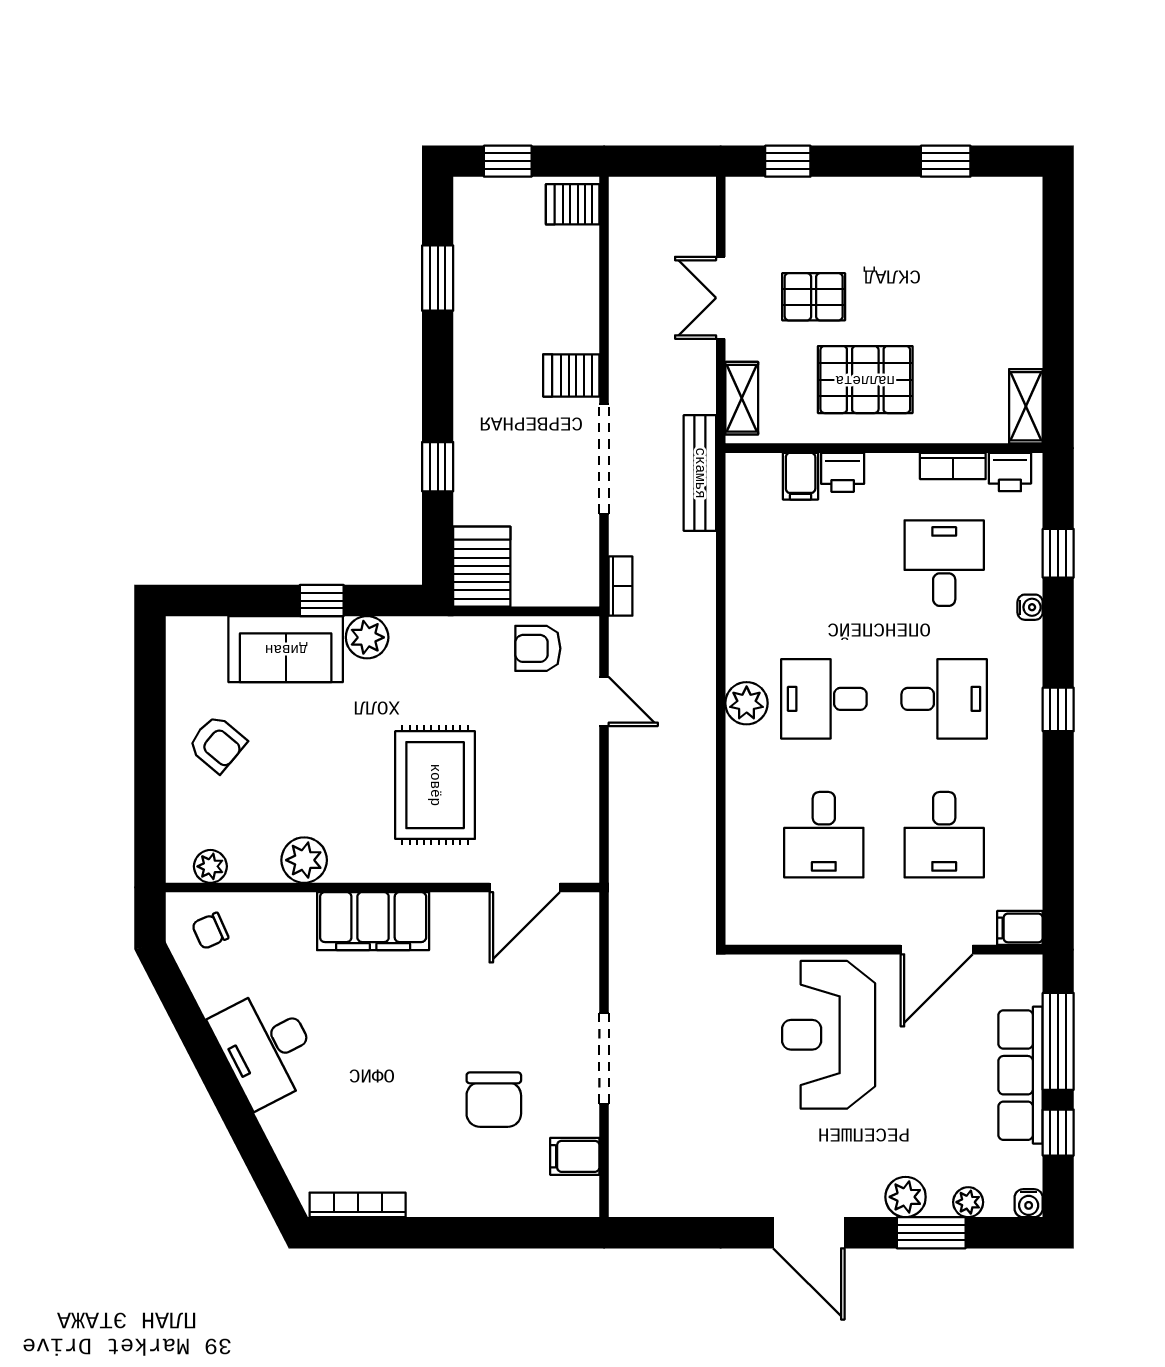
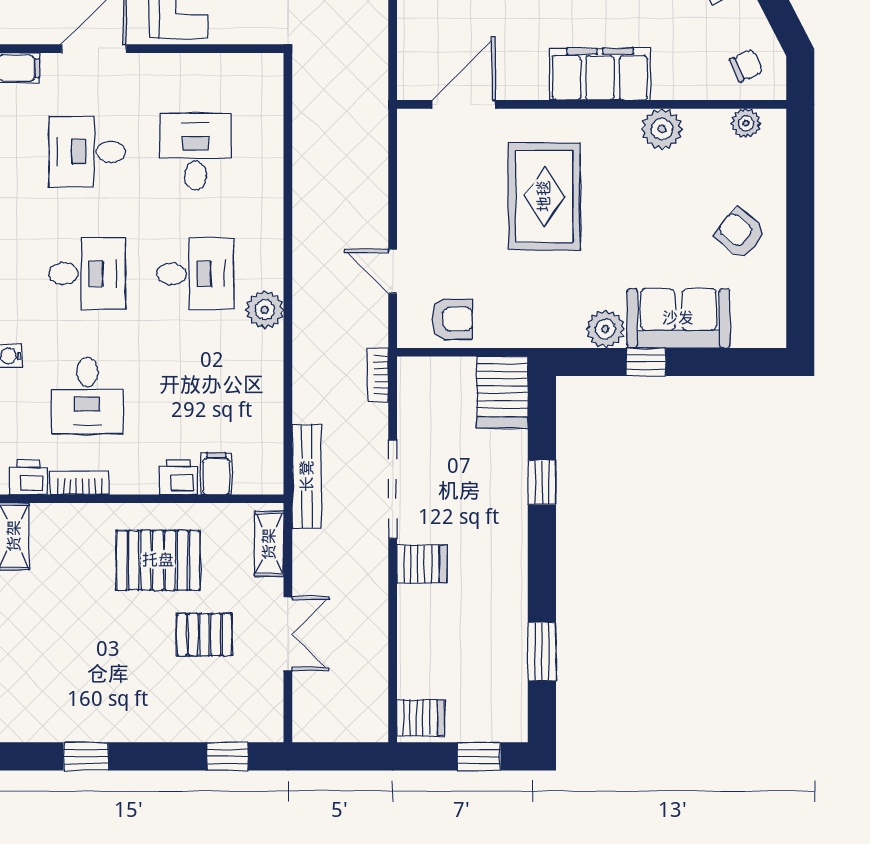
desk: (944, 699) -> (87, 274), turned 180
plant: (747, 703) -> (265, 310), moved
desk: (944, 835) -> (87, 152), turned -90

